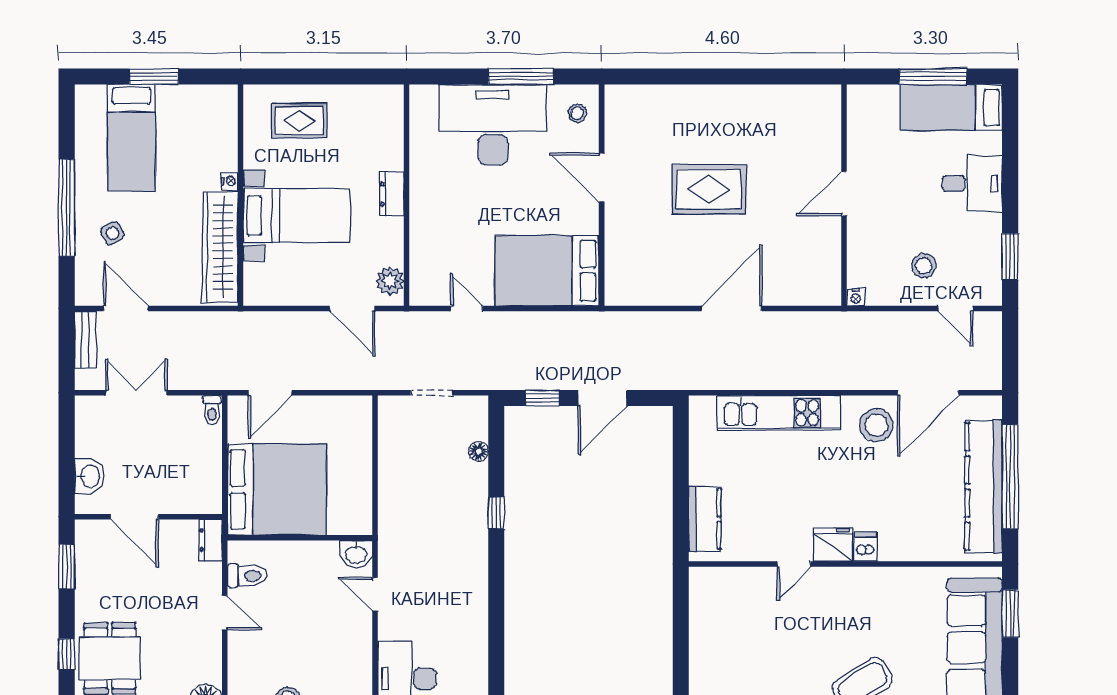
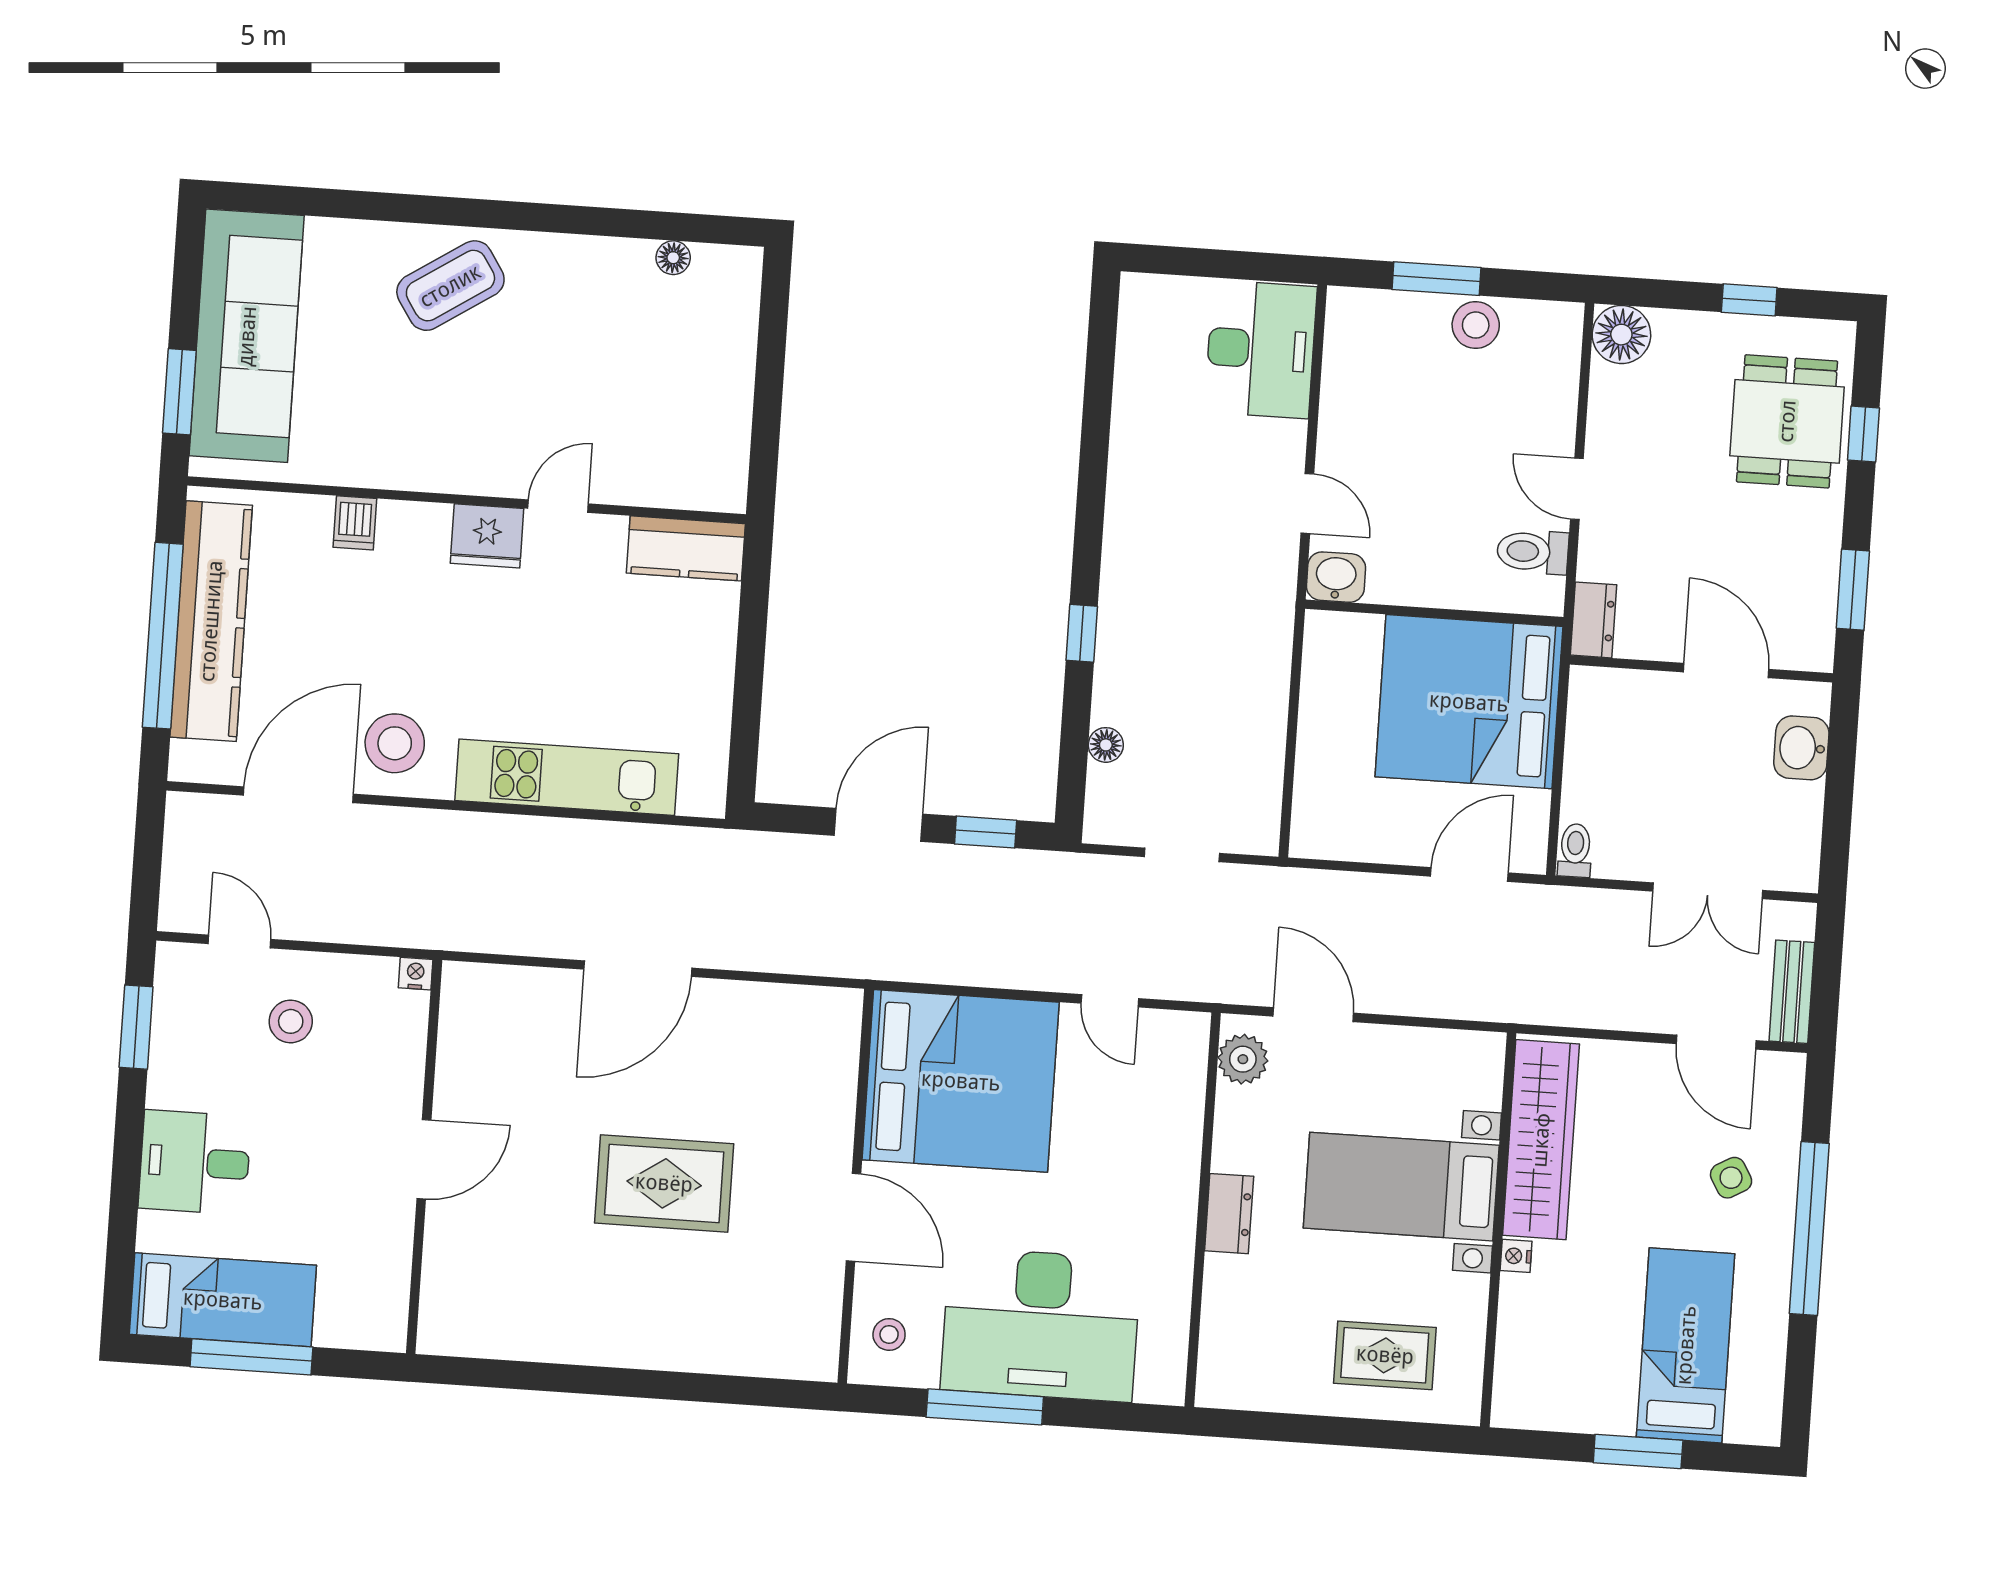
bed: (547, 271) -> (961, 1081), width x1.36
kitchen counter: (705, 519) -> (686, 548), moved, turned -90
dishwasher: (865, 547) -> (355, 523), moved

